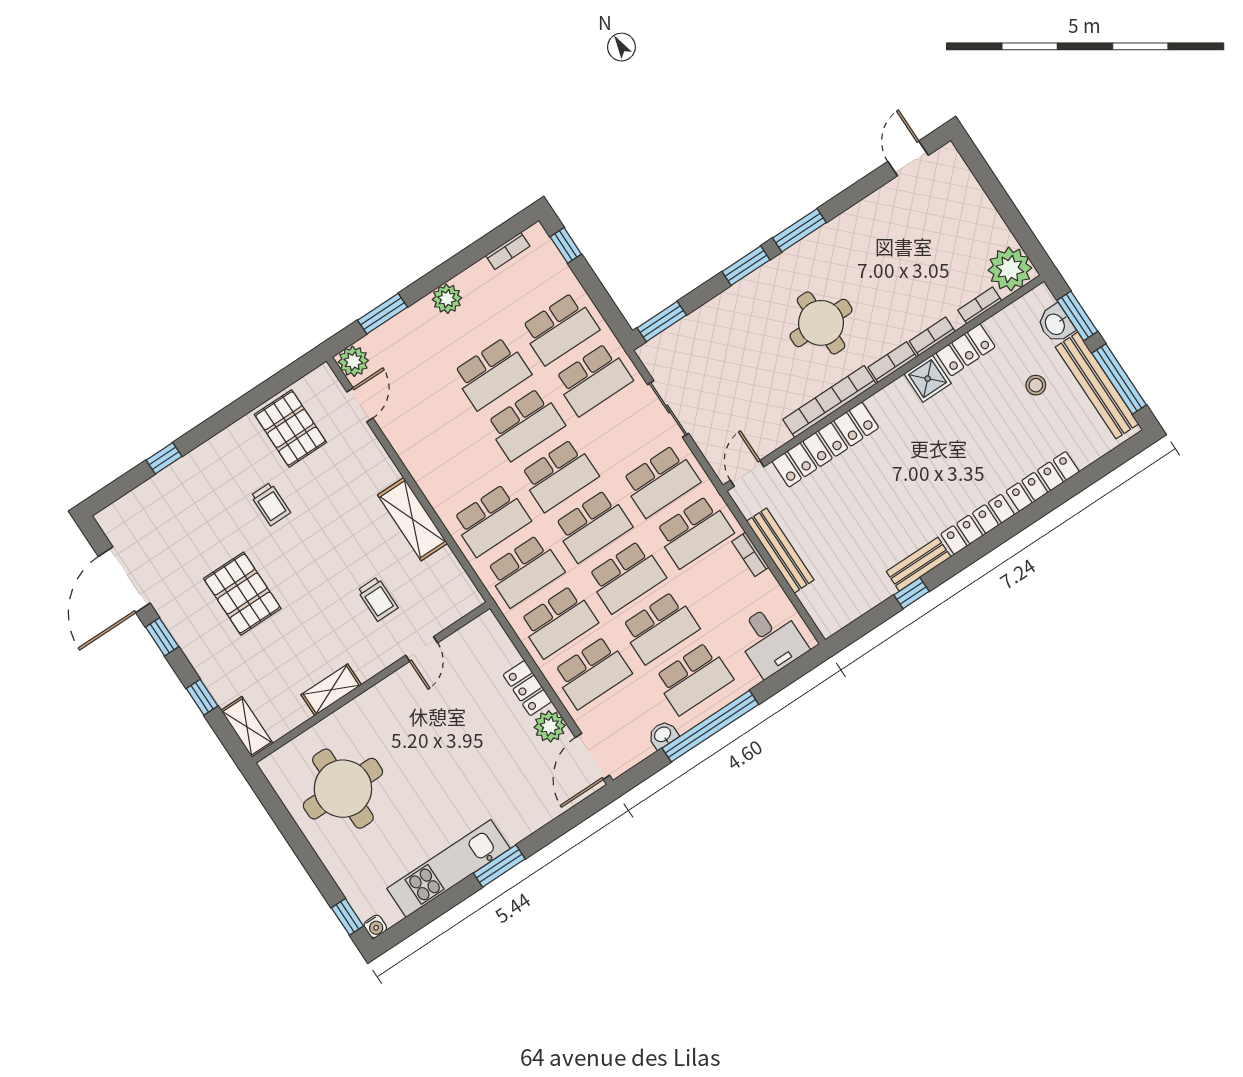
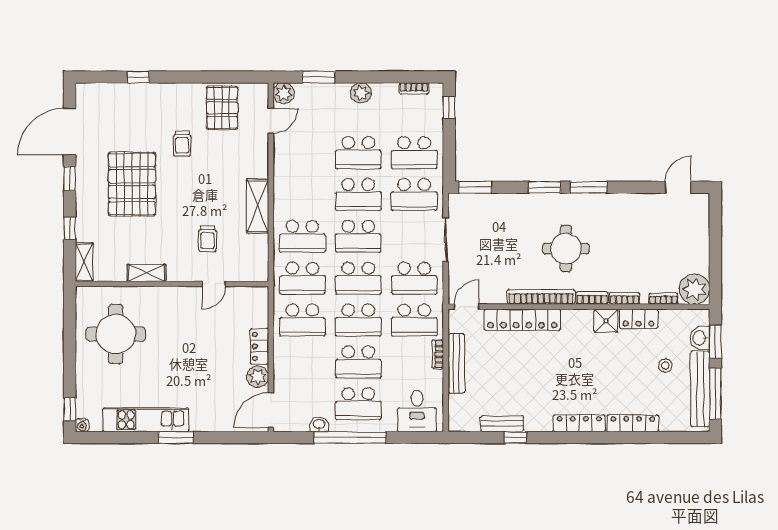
bench: (919, 564) -> (502, 424), moved
pallet: (242, 594) -> (132, 184), width x1.37, depth x1.41
school desk: (592, 672) -> (302, 362), removed

